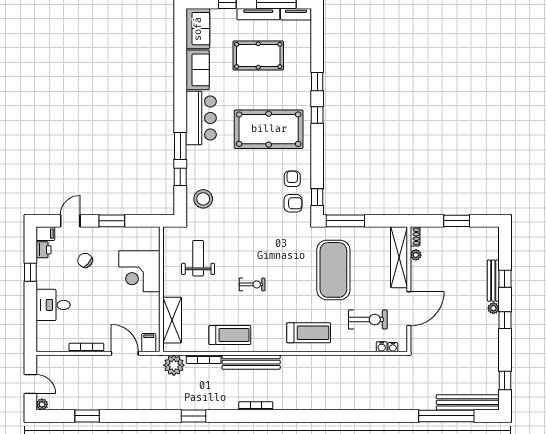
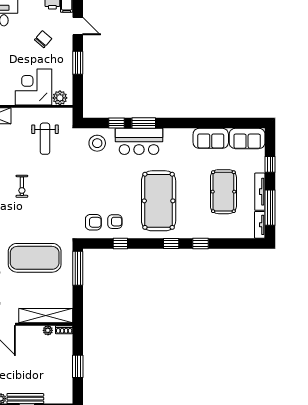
bar counter: (201, 118) -> (139, 141), moved
window: (317, 197) -> (120, 244), moved
armchair: (293, 203) -> (93, 222), turned -90
plant: (152, 241) -> (60, 98), added
weight bench: (198, 258) -> (45, 139), turned 90

